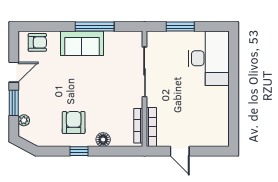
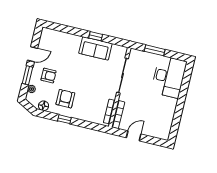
window: (95, 27) -> (96, 36), width x0.46
armchair: (37, 42) -> (49, 76), moved
sofa: (82, 43) -> (95, 48), moved
floor lamp: (103, 140) -> (44, 106), moved
door: (180, 151) -> (134, 136), swing flipped

